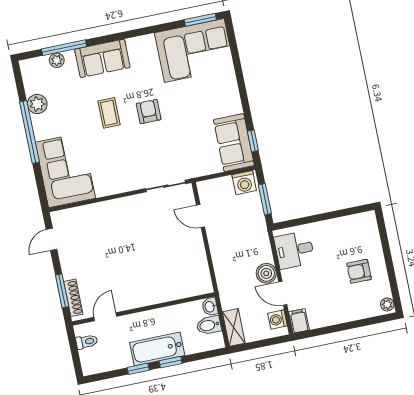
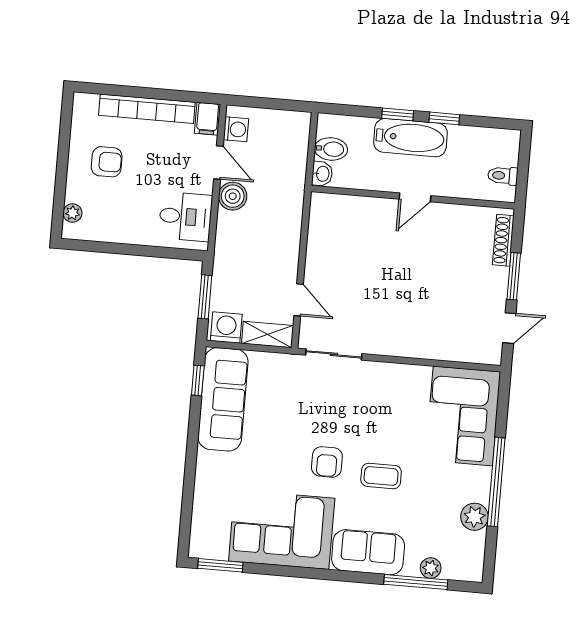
corner sofa: (194, 51) -> (282, 530), moved
coffee table: (109, 113) -> (381, 476), turned 90
sofa: (234, 143) -> (223, 399), width x1.36
window: (62, 291) -> (514, 276), moved
plant: (387, 304) -> (72, 213), moved
bookcase: (342, 316) -> (147, 109), added
door: (105, 317) -> (415, 197), moved
shelving: (234, 327) -> (267, 334), moved, turned 90

